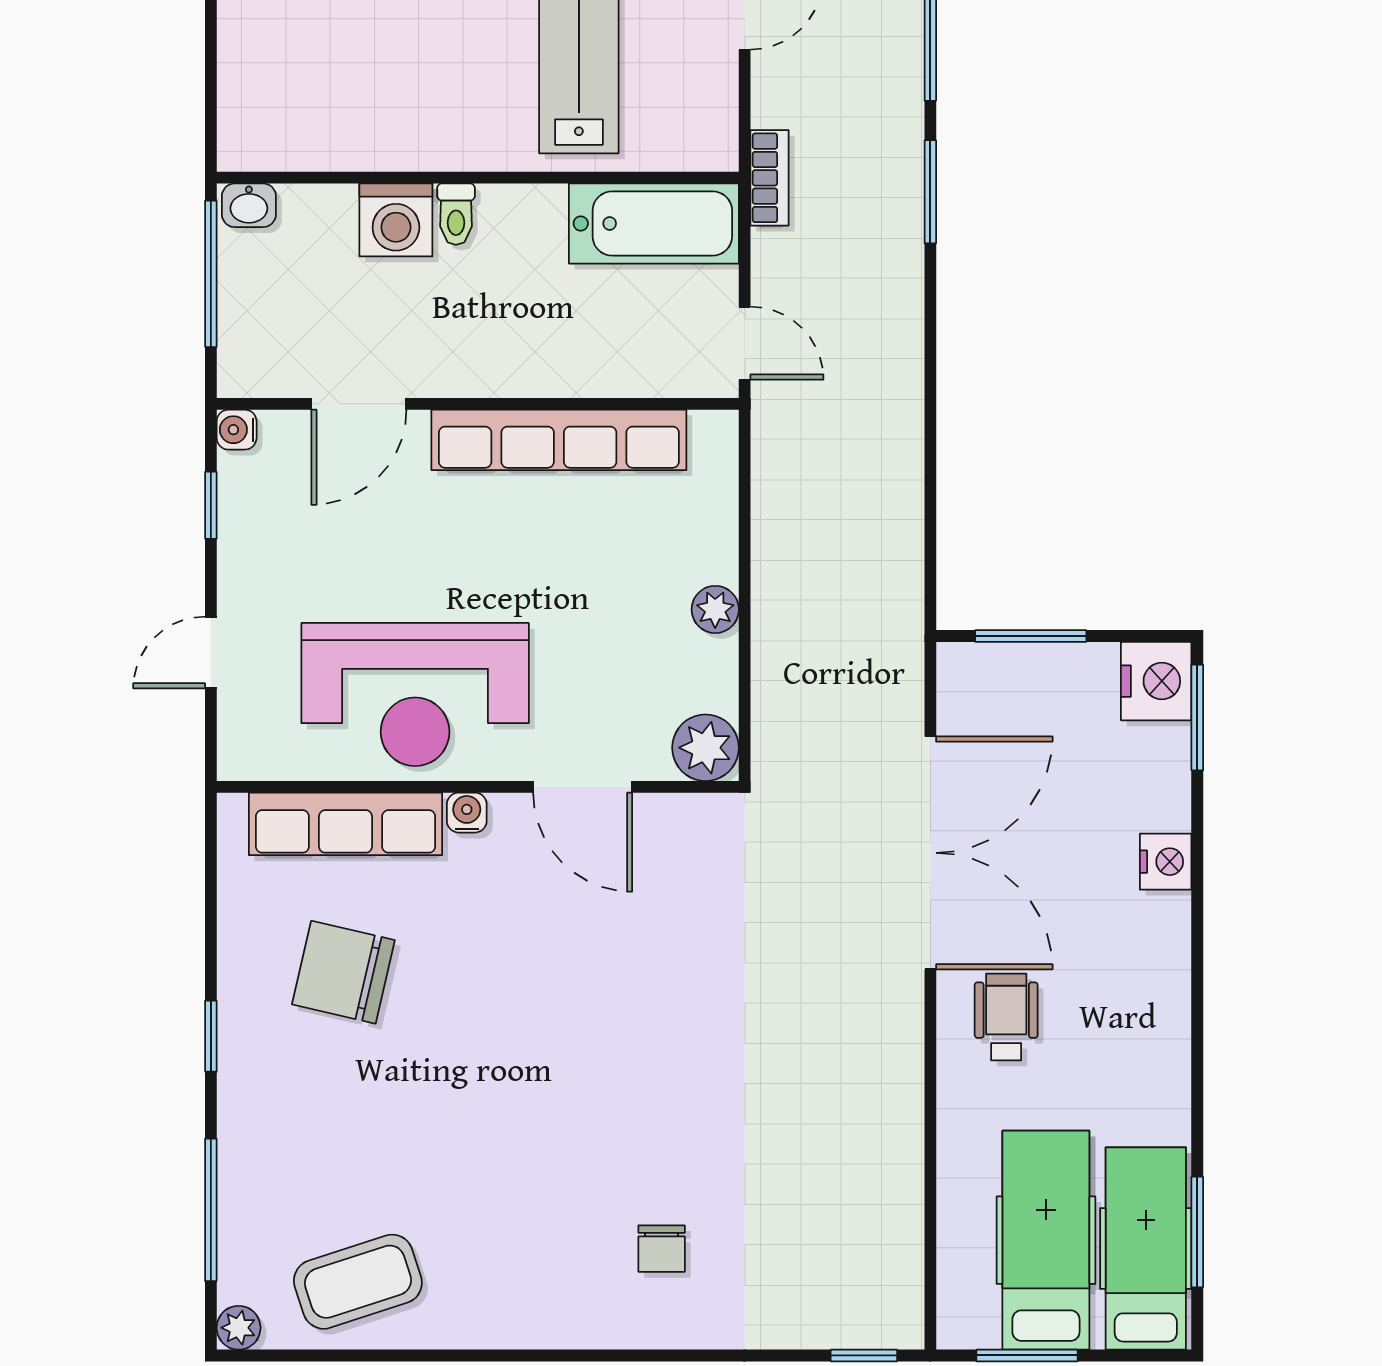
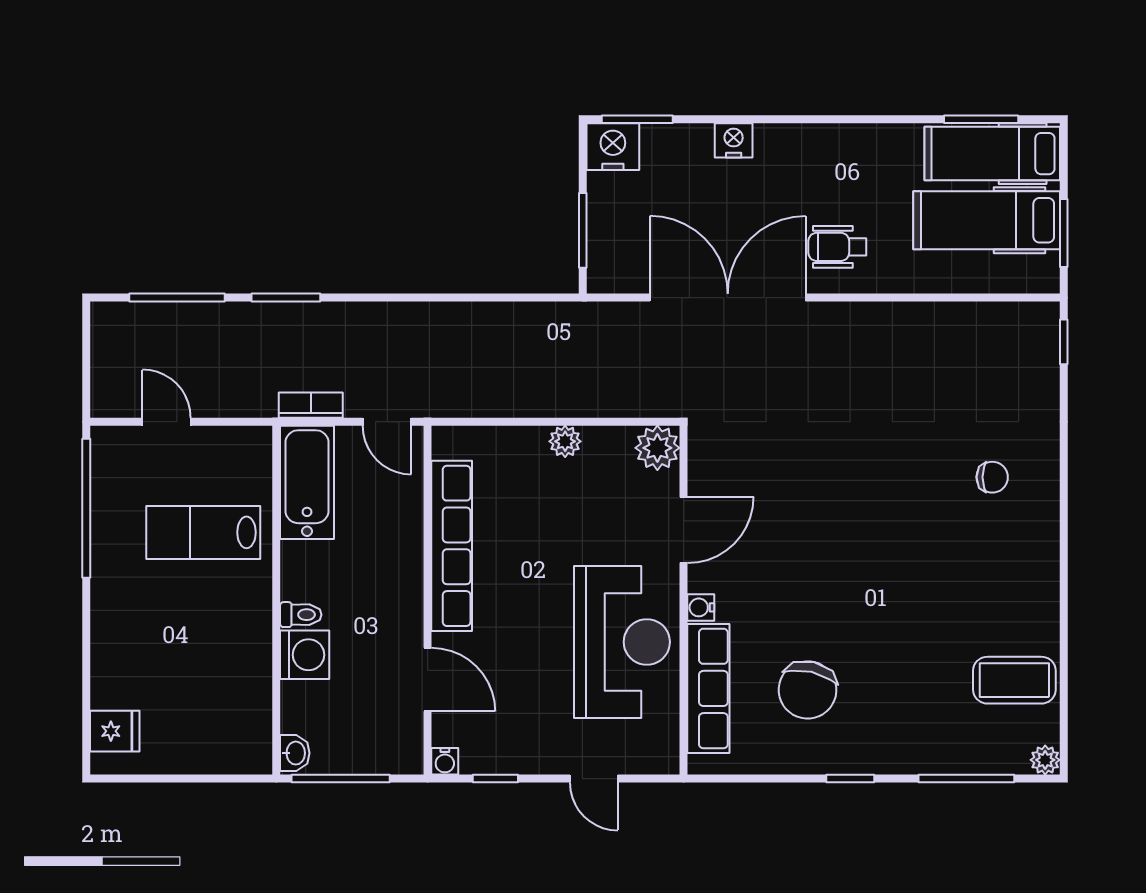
bookcase: (770, 178) -> (311, 405), moved
door: (745, 343) -> (387, 422), swing flipped
coffee table: (358, 1282) -> (1014, 680), turned -72

